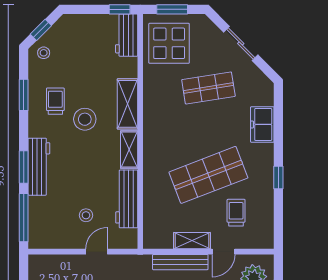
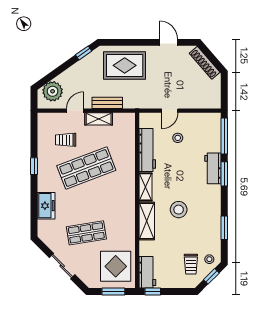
trolley: (55, 101) -> (191, 264), moved
workbench: (39, 167) -> (213, 168), width x0.73
trolley: (236, 213) -> (66, 140), turned 90
bench: (180, 262) -> (107, 103), width x0.73

